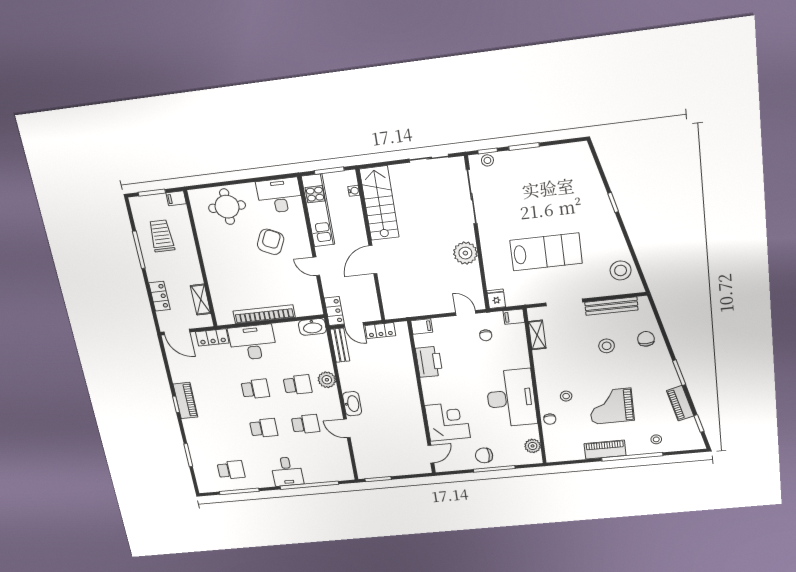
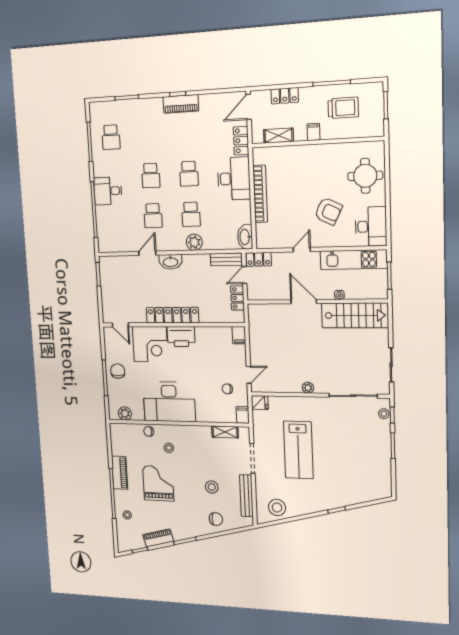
water cooler: (354, 191) -> (339, 295), moved
filing cabinet: (176, 198) -> (313, 132), moved
plant: (465, 253) -> (308, 388), width x0.53, depth x0.53
printer: (429, 362) -> (181, 336), moved
locker: (411, 399) -> (172, 315), added

